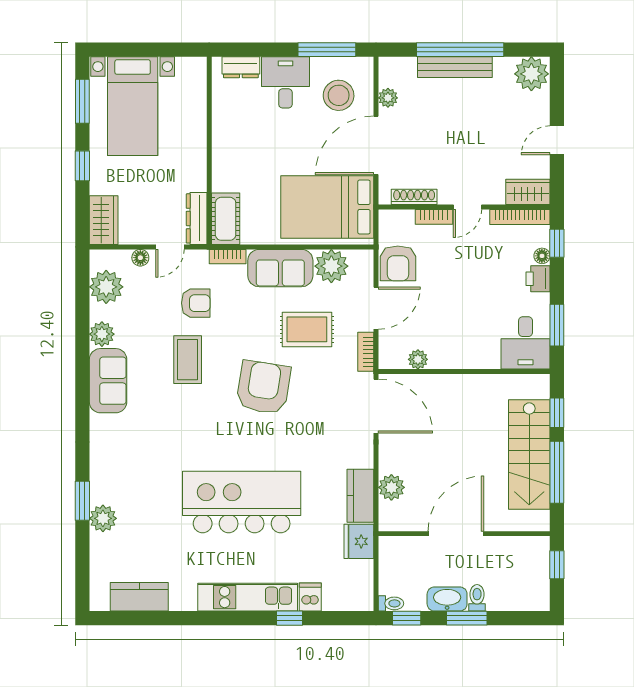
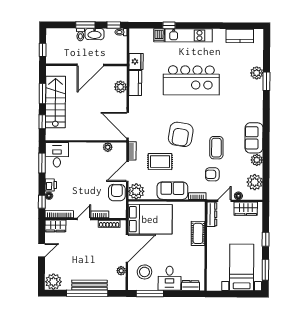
cot: (226, 219) -> (198, 233), moved
wardrobe: (104, 220) -> (246, 209), moved, turned -90
plant: (331, 266) -> (136, 191), moved
window: (557, 472) -> (42, 94), width x0.69

